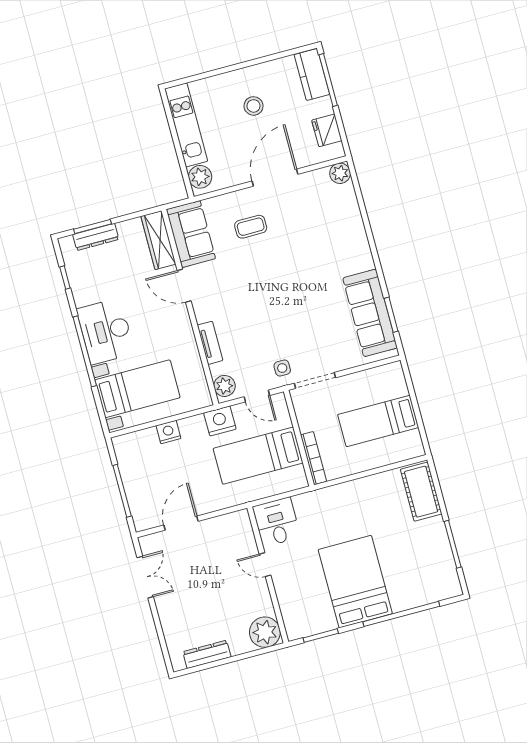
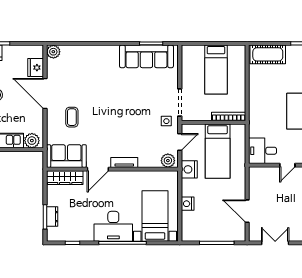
fridge: (327, 130) -> (36, 68), moved, turned 90
dresser: (96, 237) -> (52, 217), width x0.70
tv unit: (210, 343) -> (124, 162), moved

